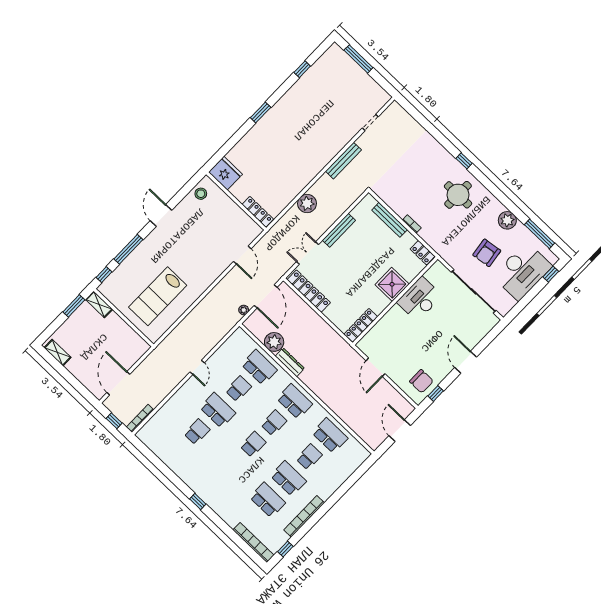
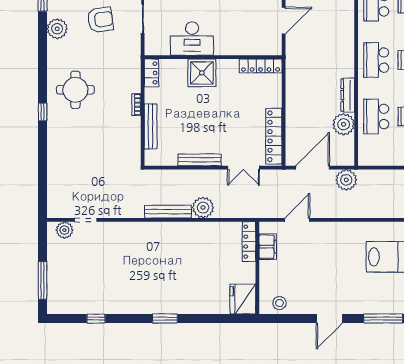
plant: (377, 103) -> (64, 230), added
bench: (343, 161) -> (168, 212), moved
filing cabinet: (243, 220) -> (268, 247), added
plant: (244, 310) -> (346, 180), width x1.88, depth x1.88

